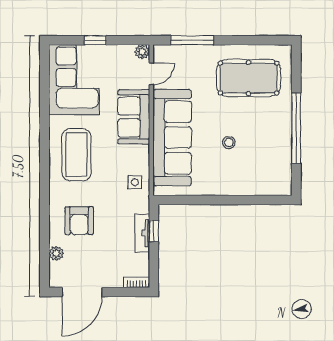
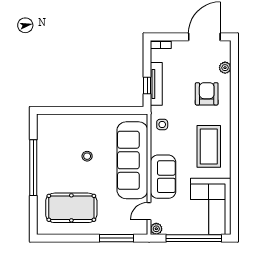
window: (95, 40) -> (194, 238), width x3.17
tv unit: (142, 233) -> (156, 84), width x1.41

